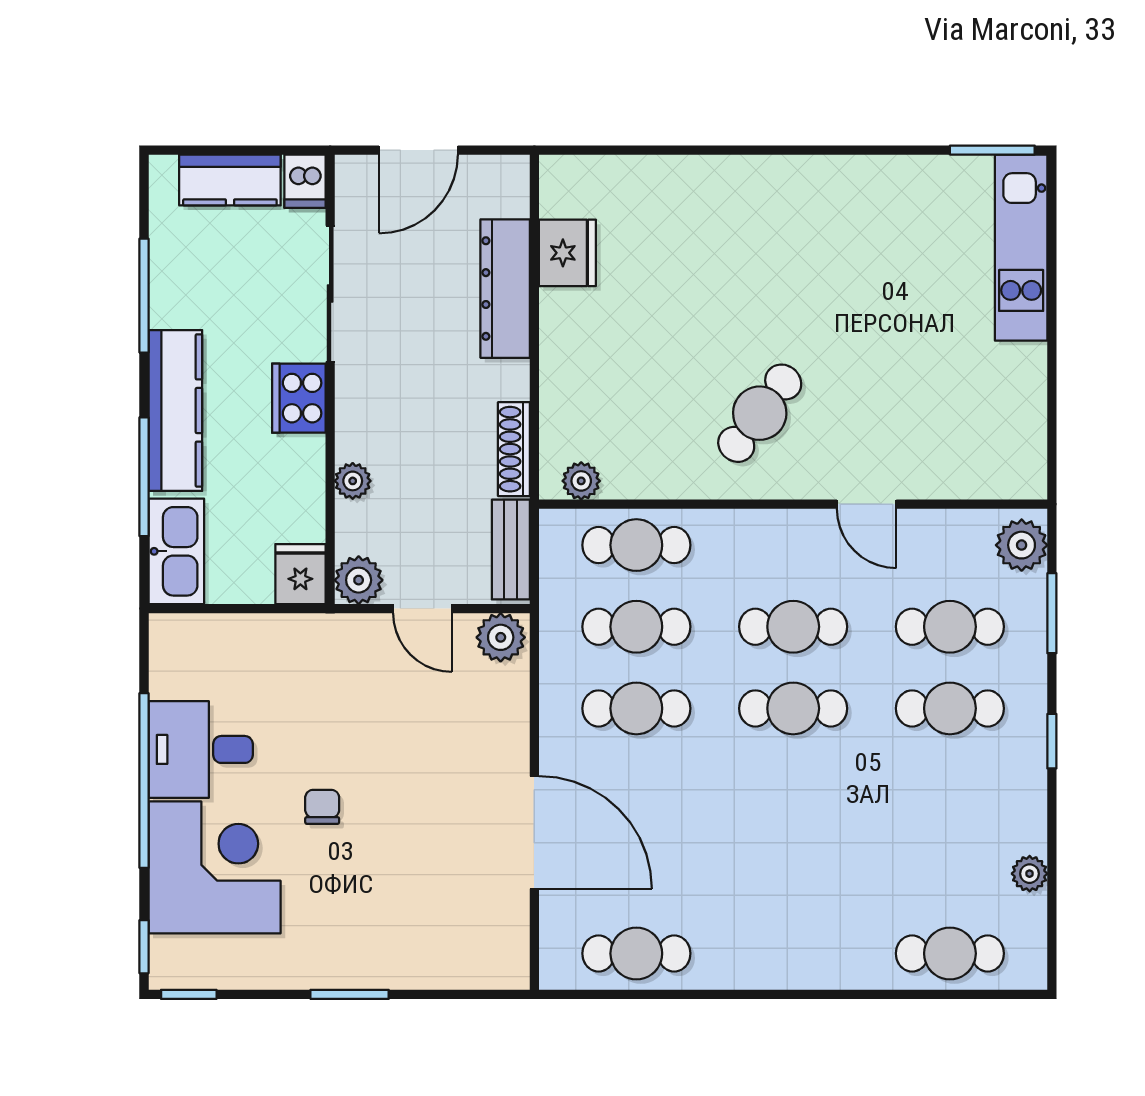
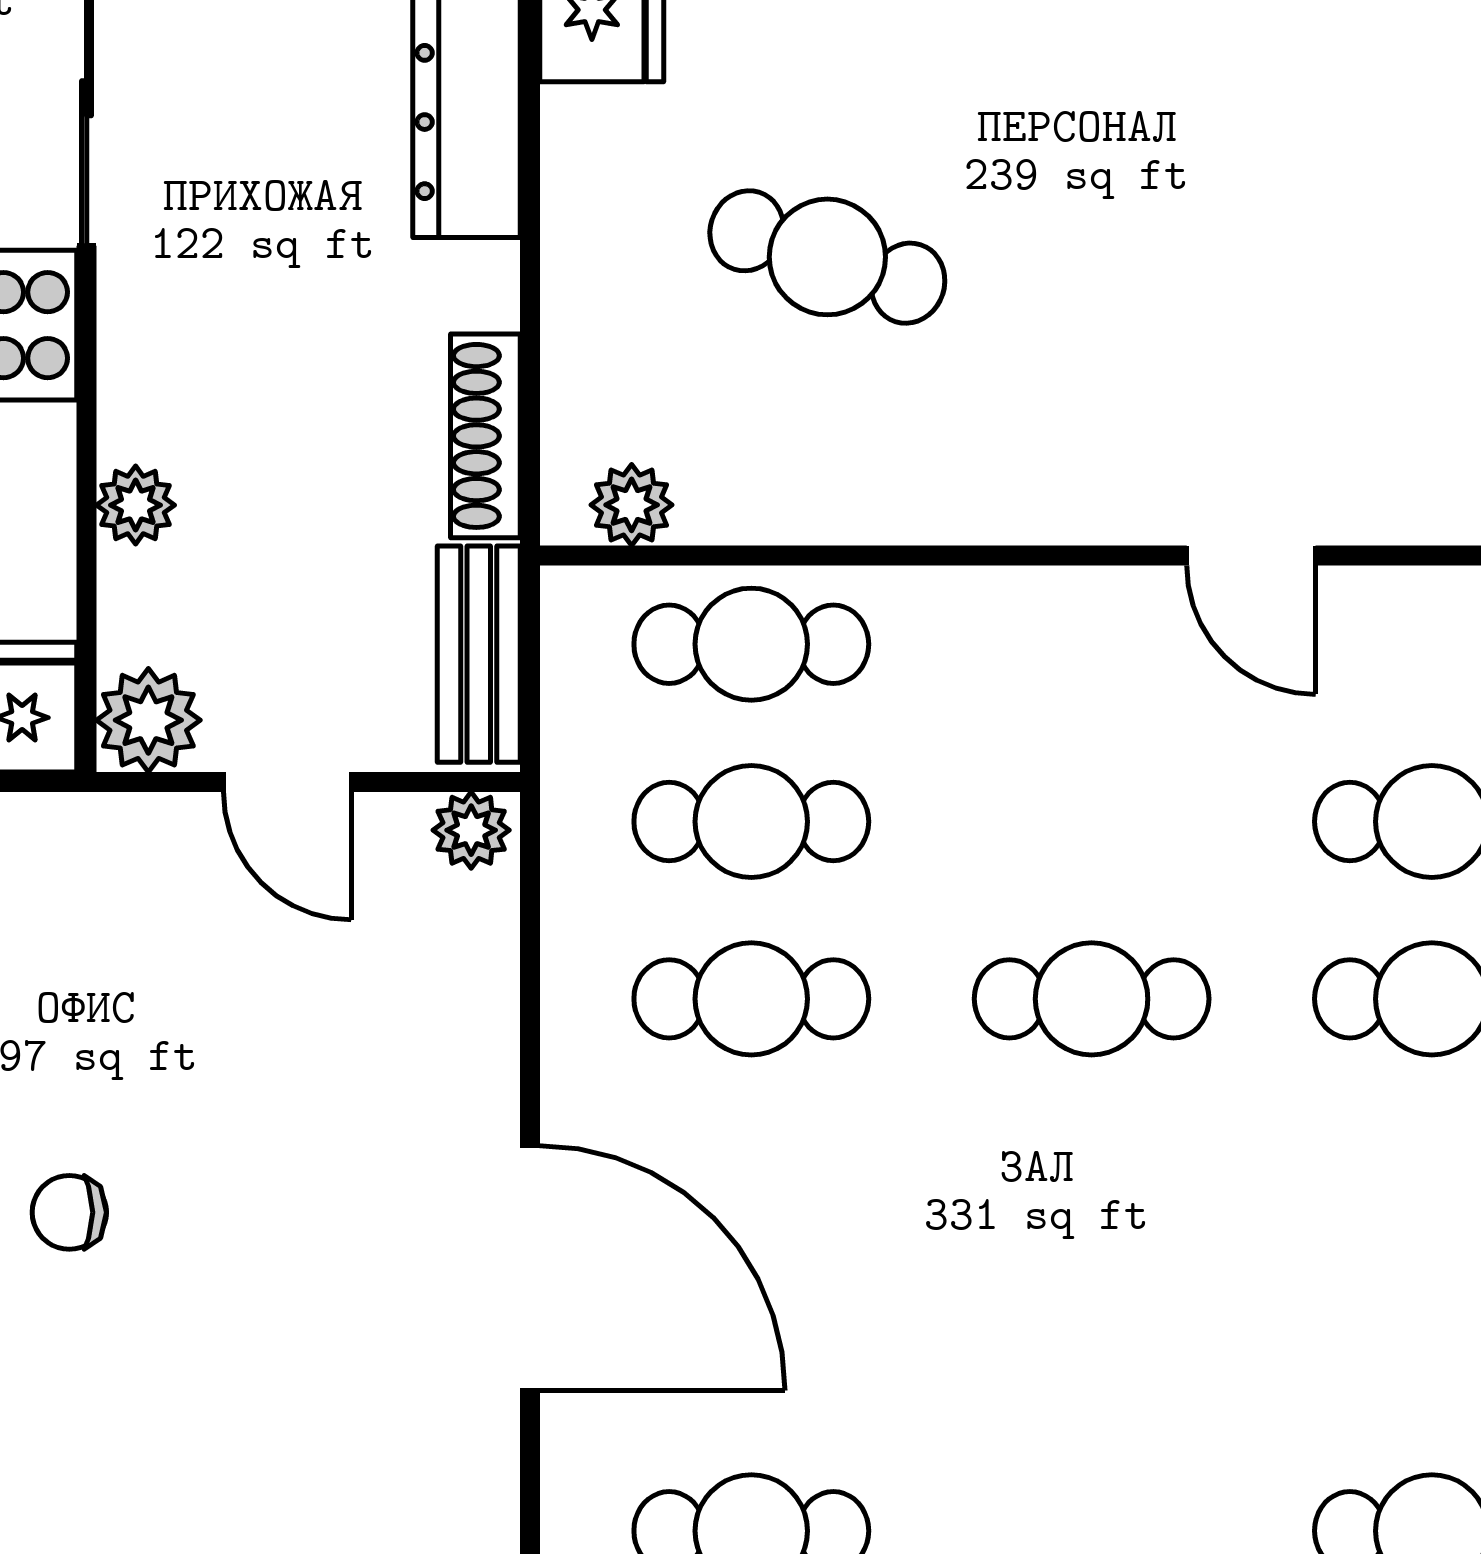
cafe table: (760, 413) -> (827, 257), moved, turned 71
cafe table: (793, 627) -> (1092, 822), removed
plant: (501, 637) -> (471, 830), width x0.73, depth x0.73
chair: (322, 807) -> (69, 1212), turned -90

